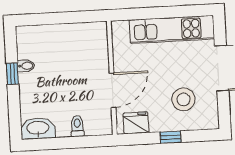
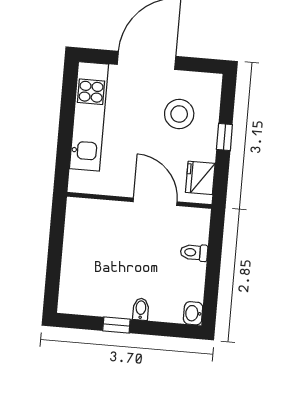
bidet: (26, 66) -> (141, 309), moved
washbasin: (38, 128) -> (193, 313), width x0.52, depth x0.69

